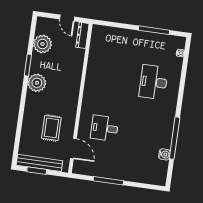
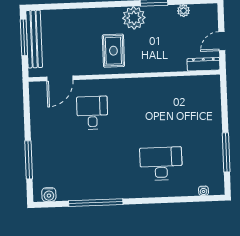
plant: (42, 44) -> (183, 11), width x0.53, depth x0.53
rug: (51, 128) -> (113, 51), moved, turned 90
water cooler: (164, 154) -> (49, 195), moved
window: (37, 171) -> (24, 37), width x1.44
window: (108, 181) -> (29, 160), moved

